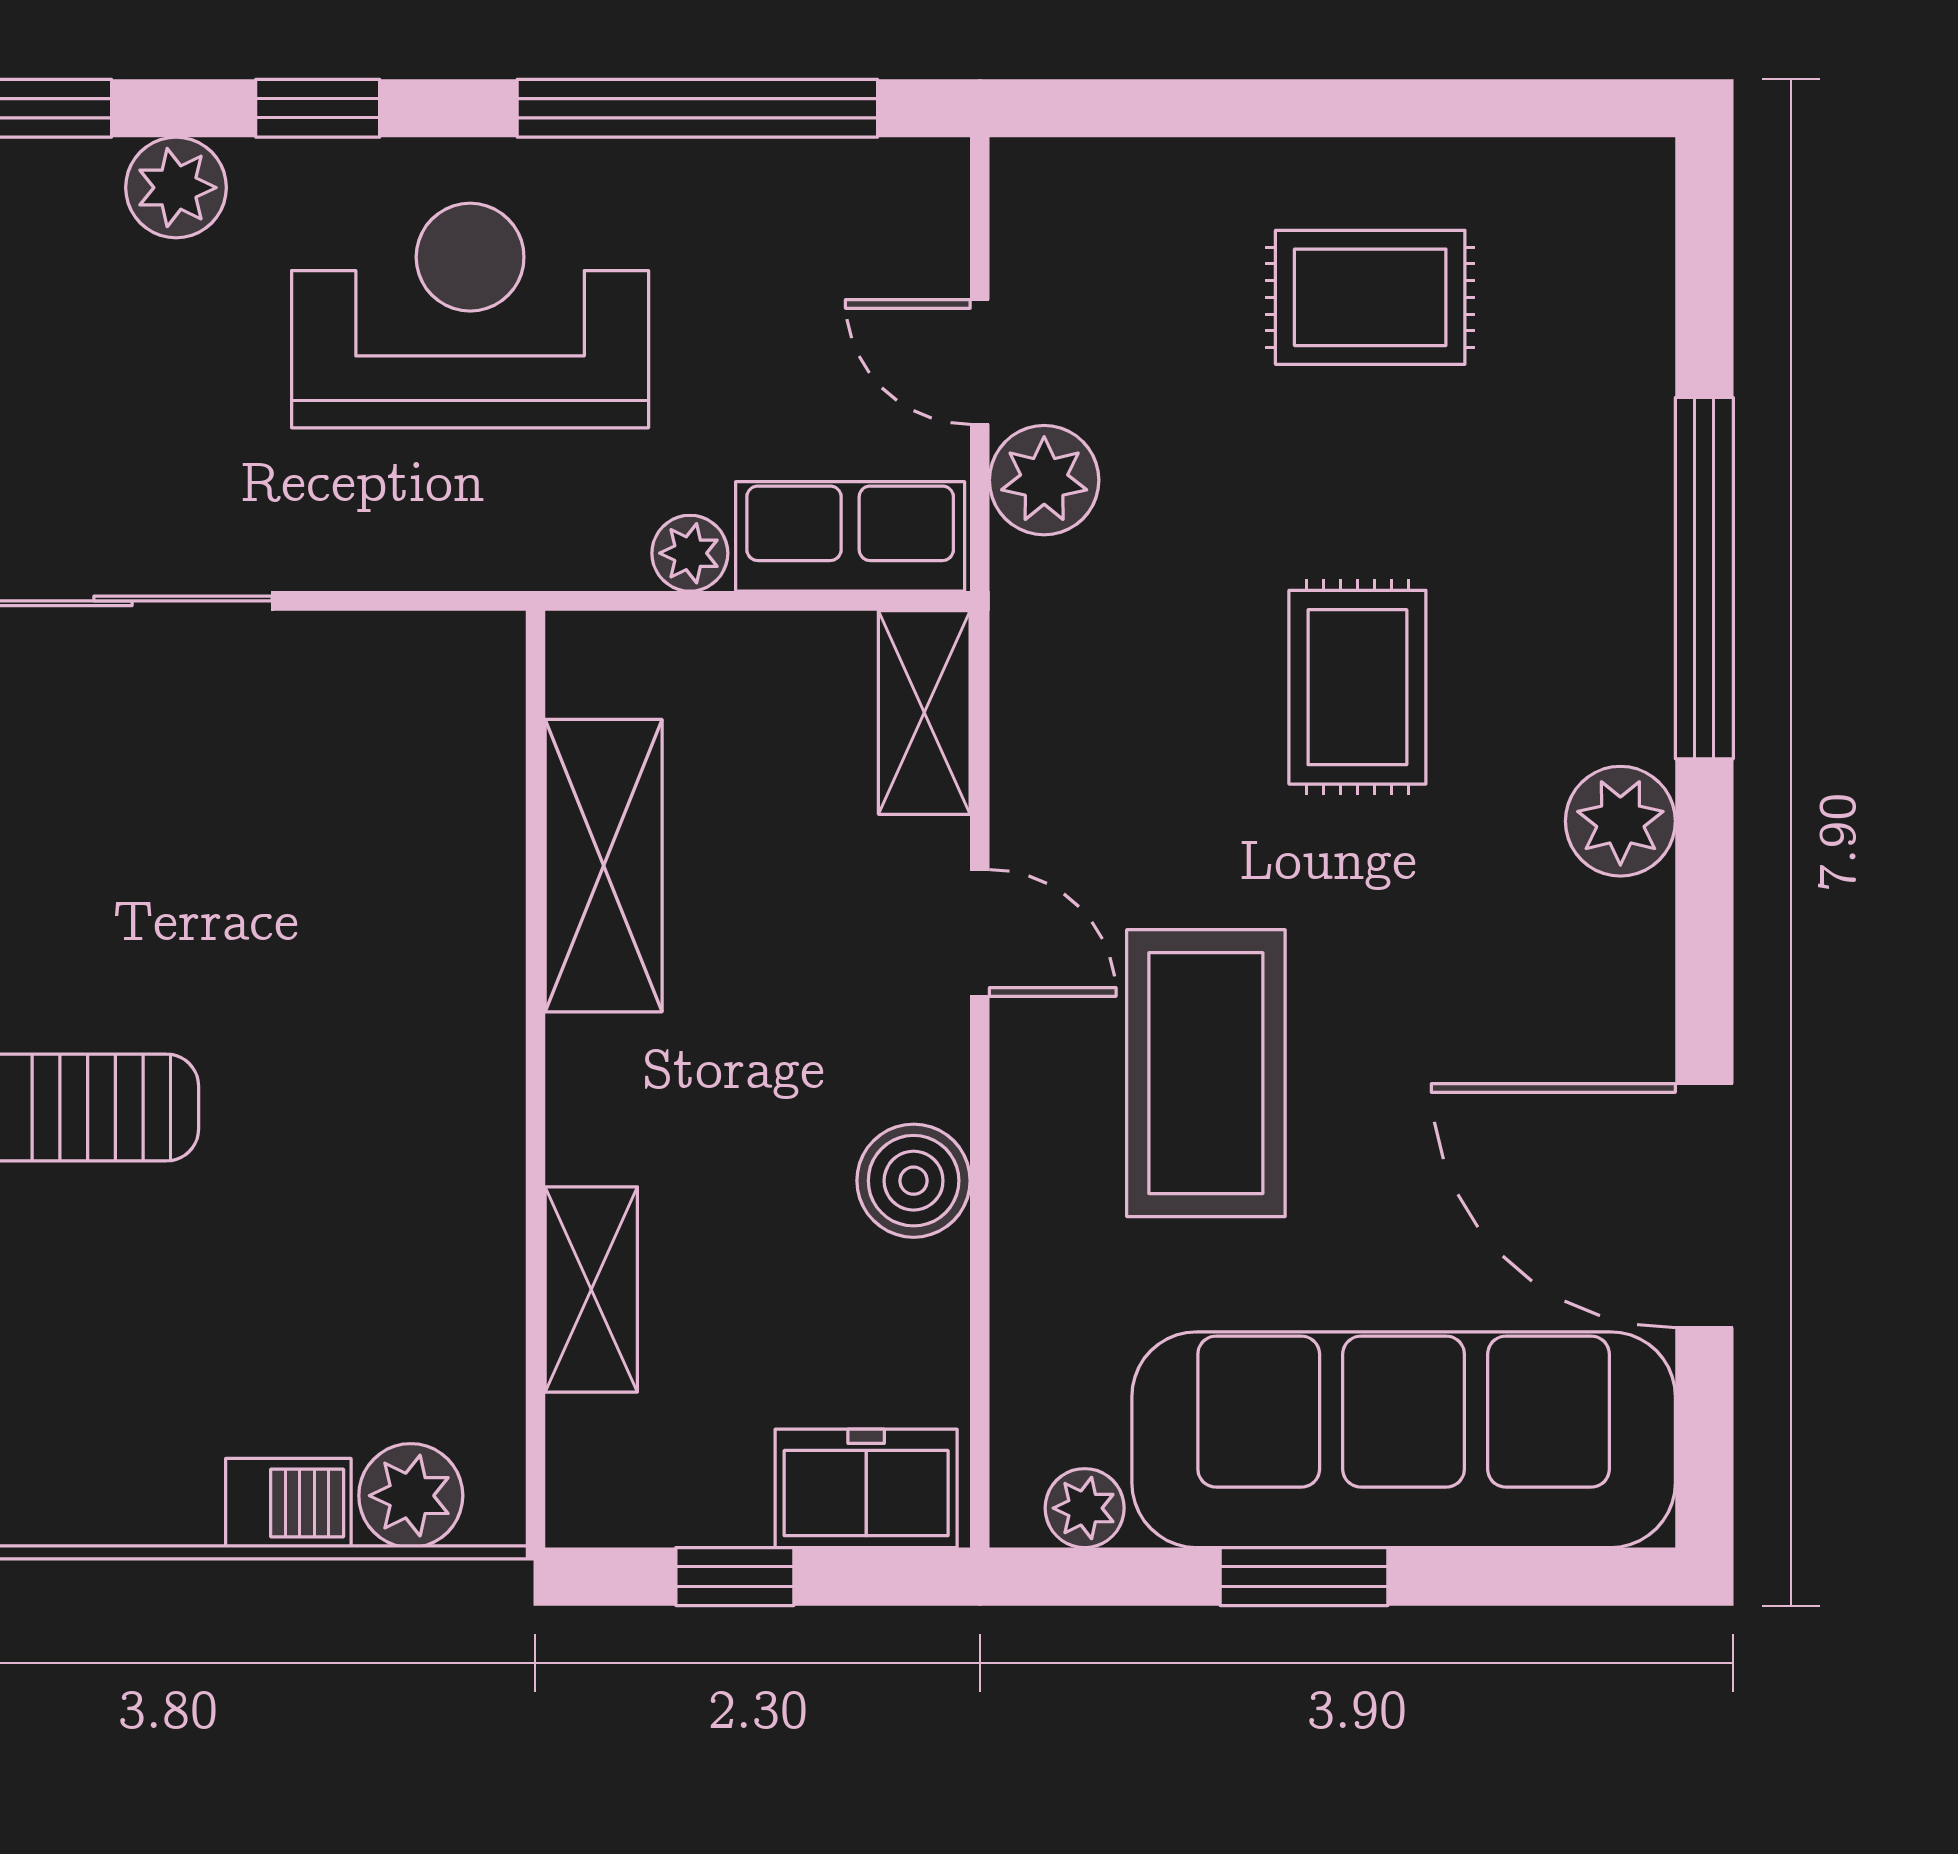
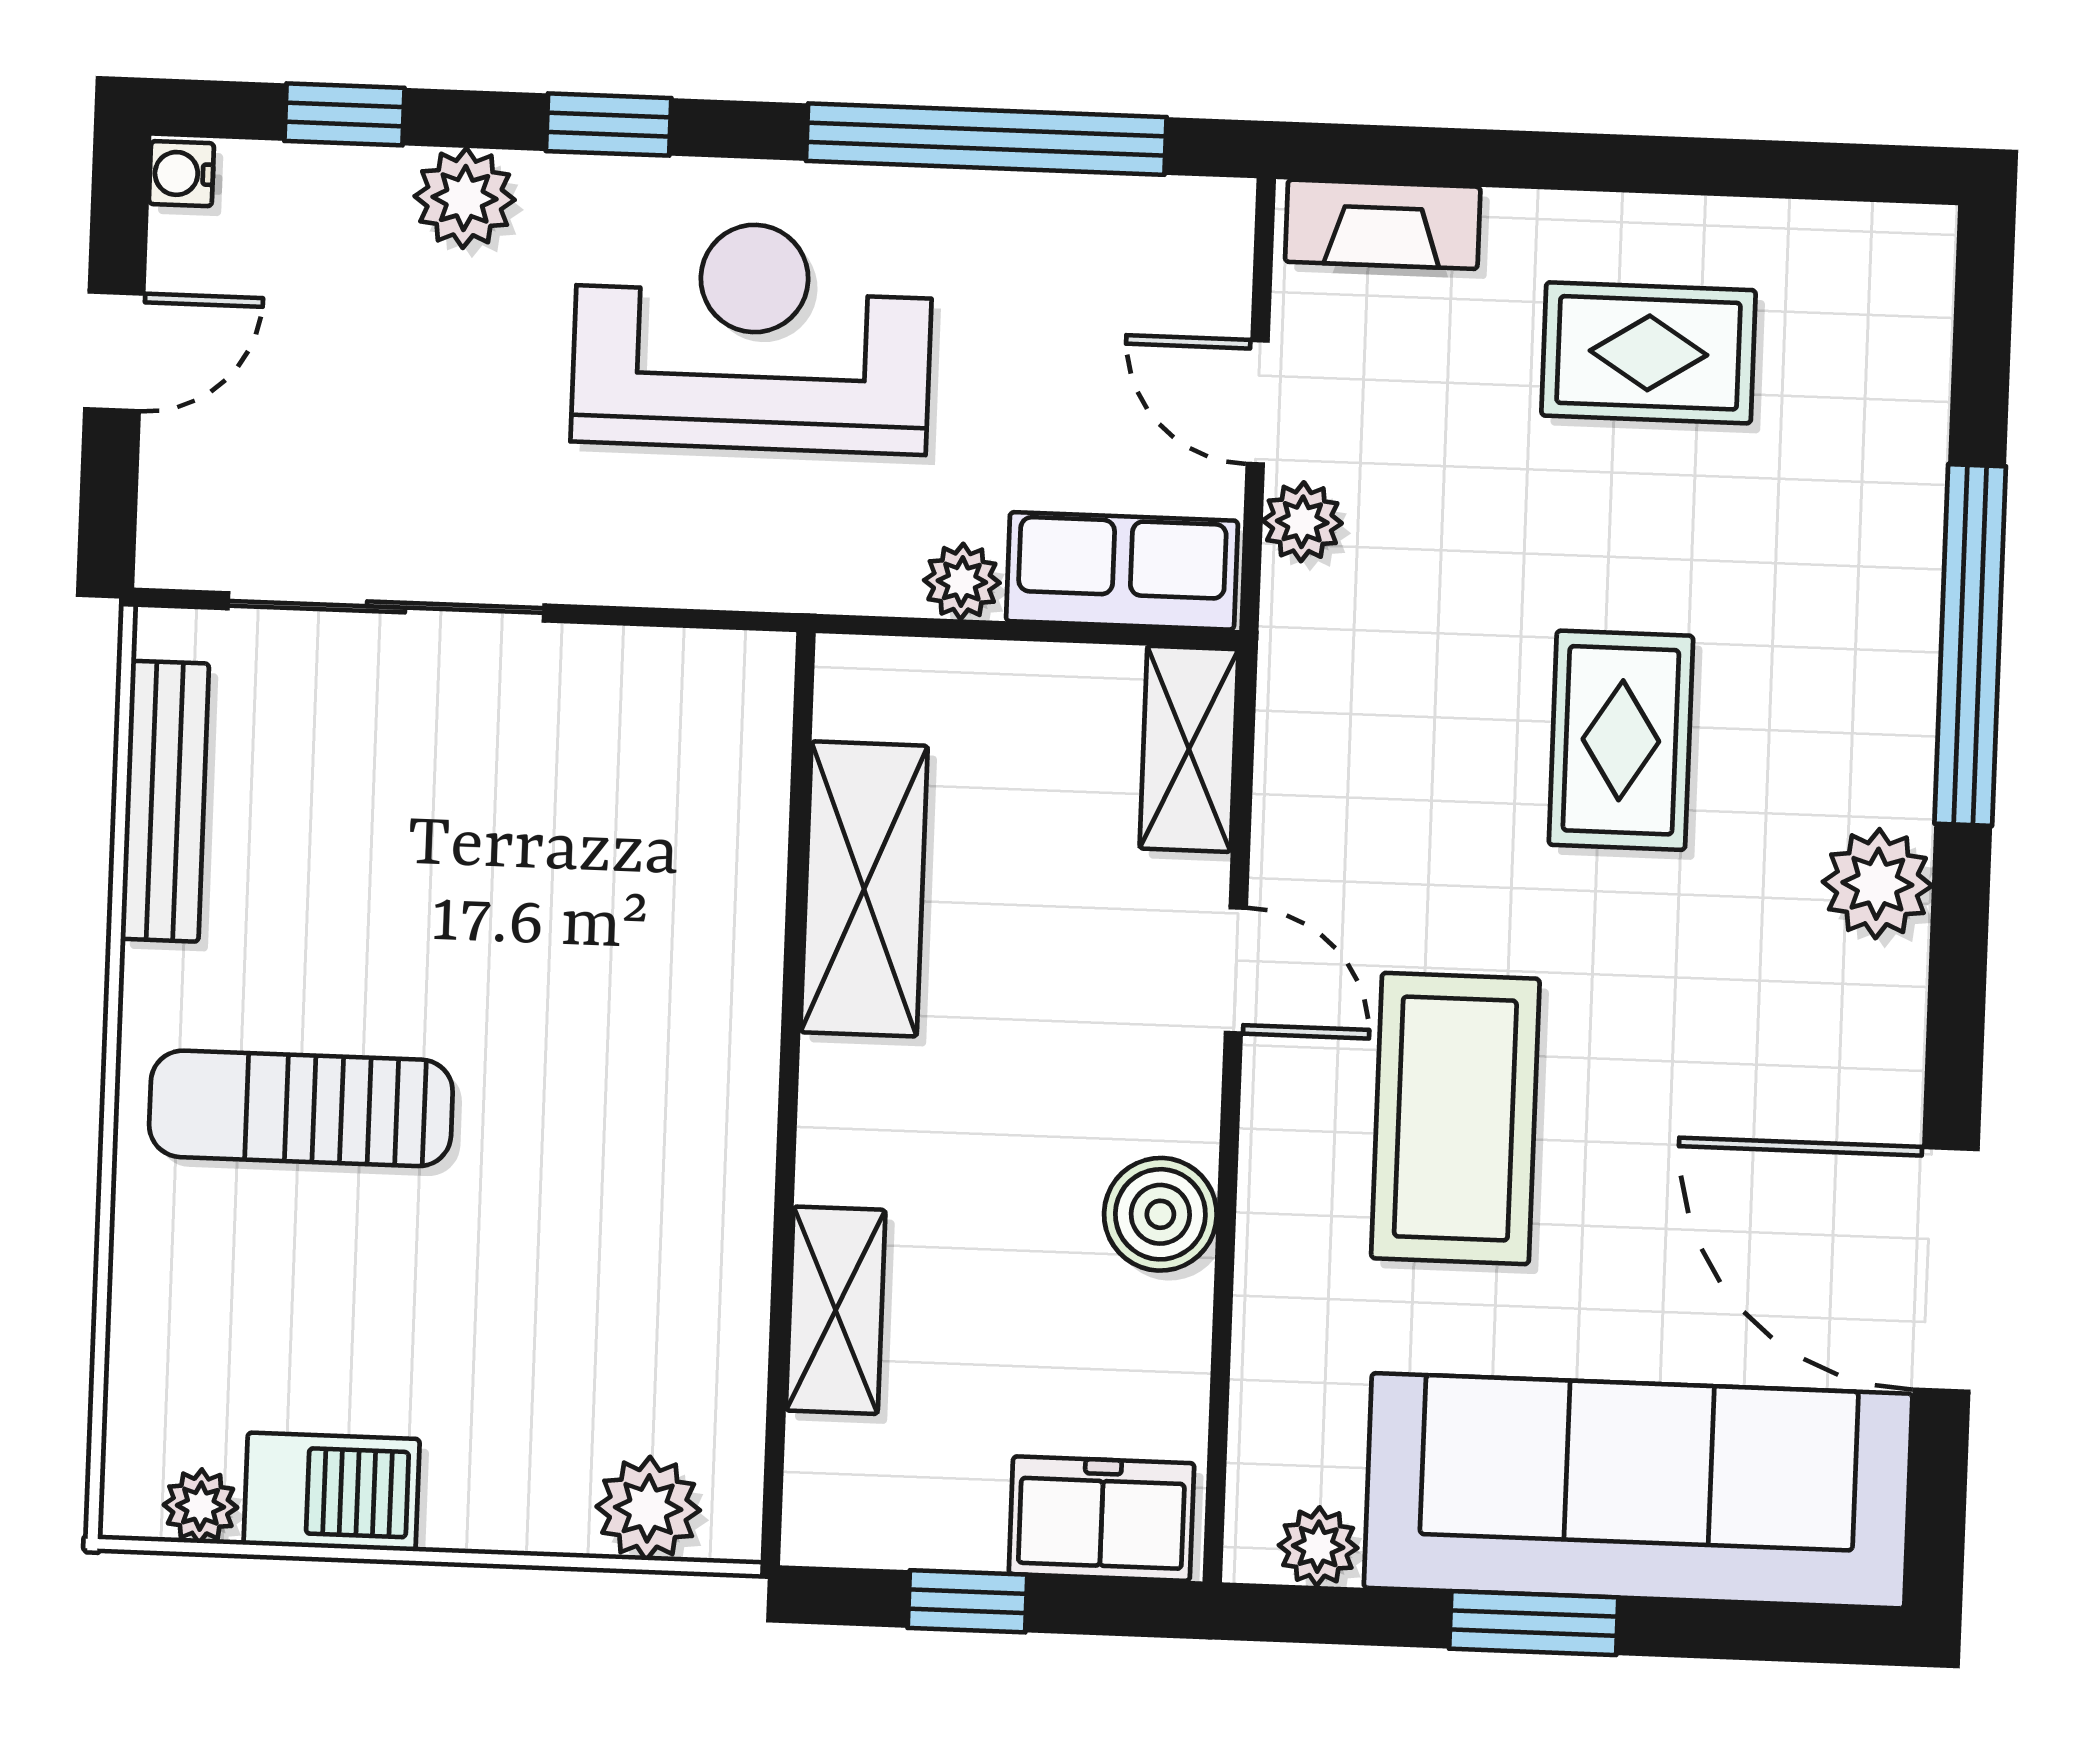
fireplace: (1098, 179) -> (1383, 224), added
plant: (1044, 480) -> (1302, 522), width x0.73, depth x0.73
barbecue: (288, 1503) -> (332, 1492), moved, width x1.38, depth x1.27

